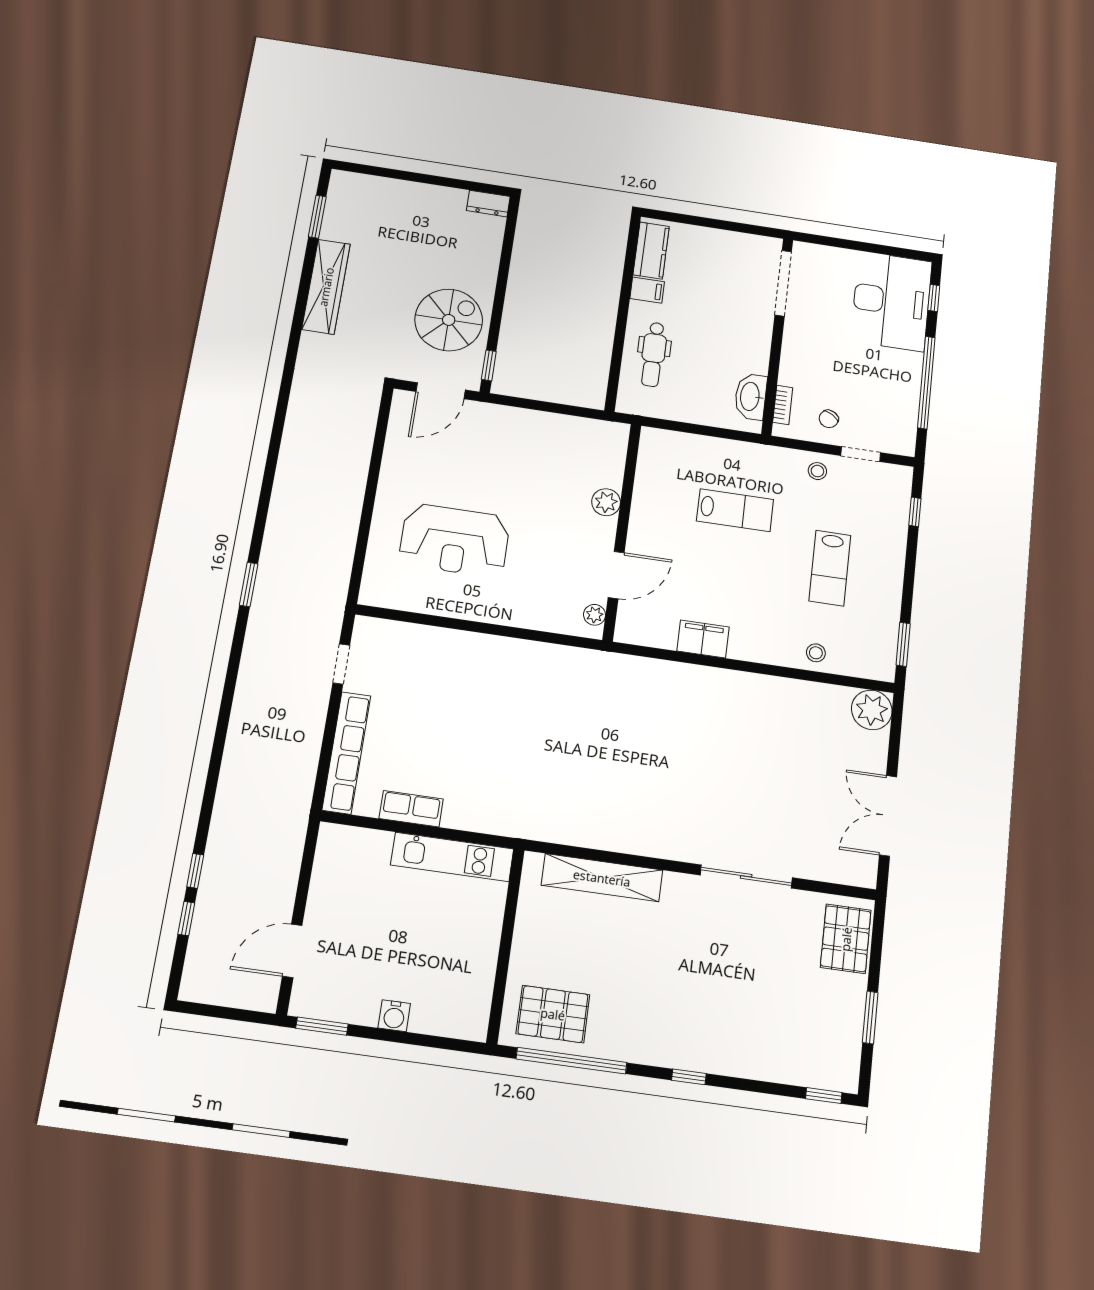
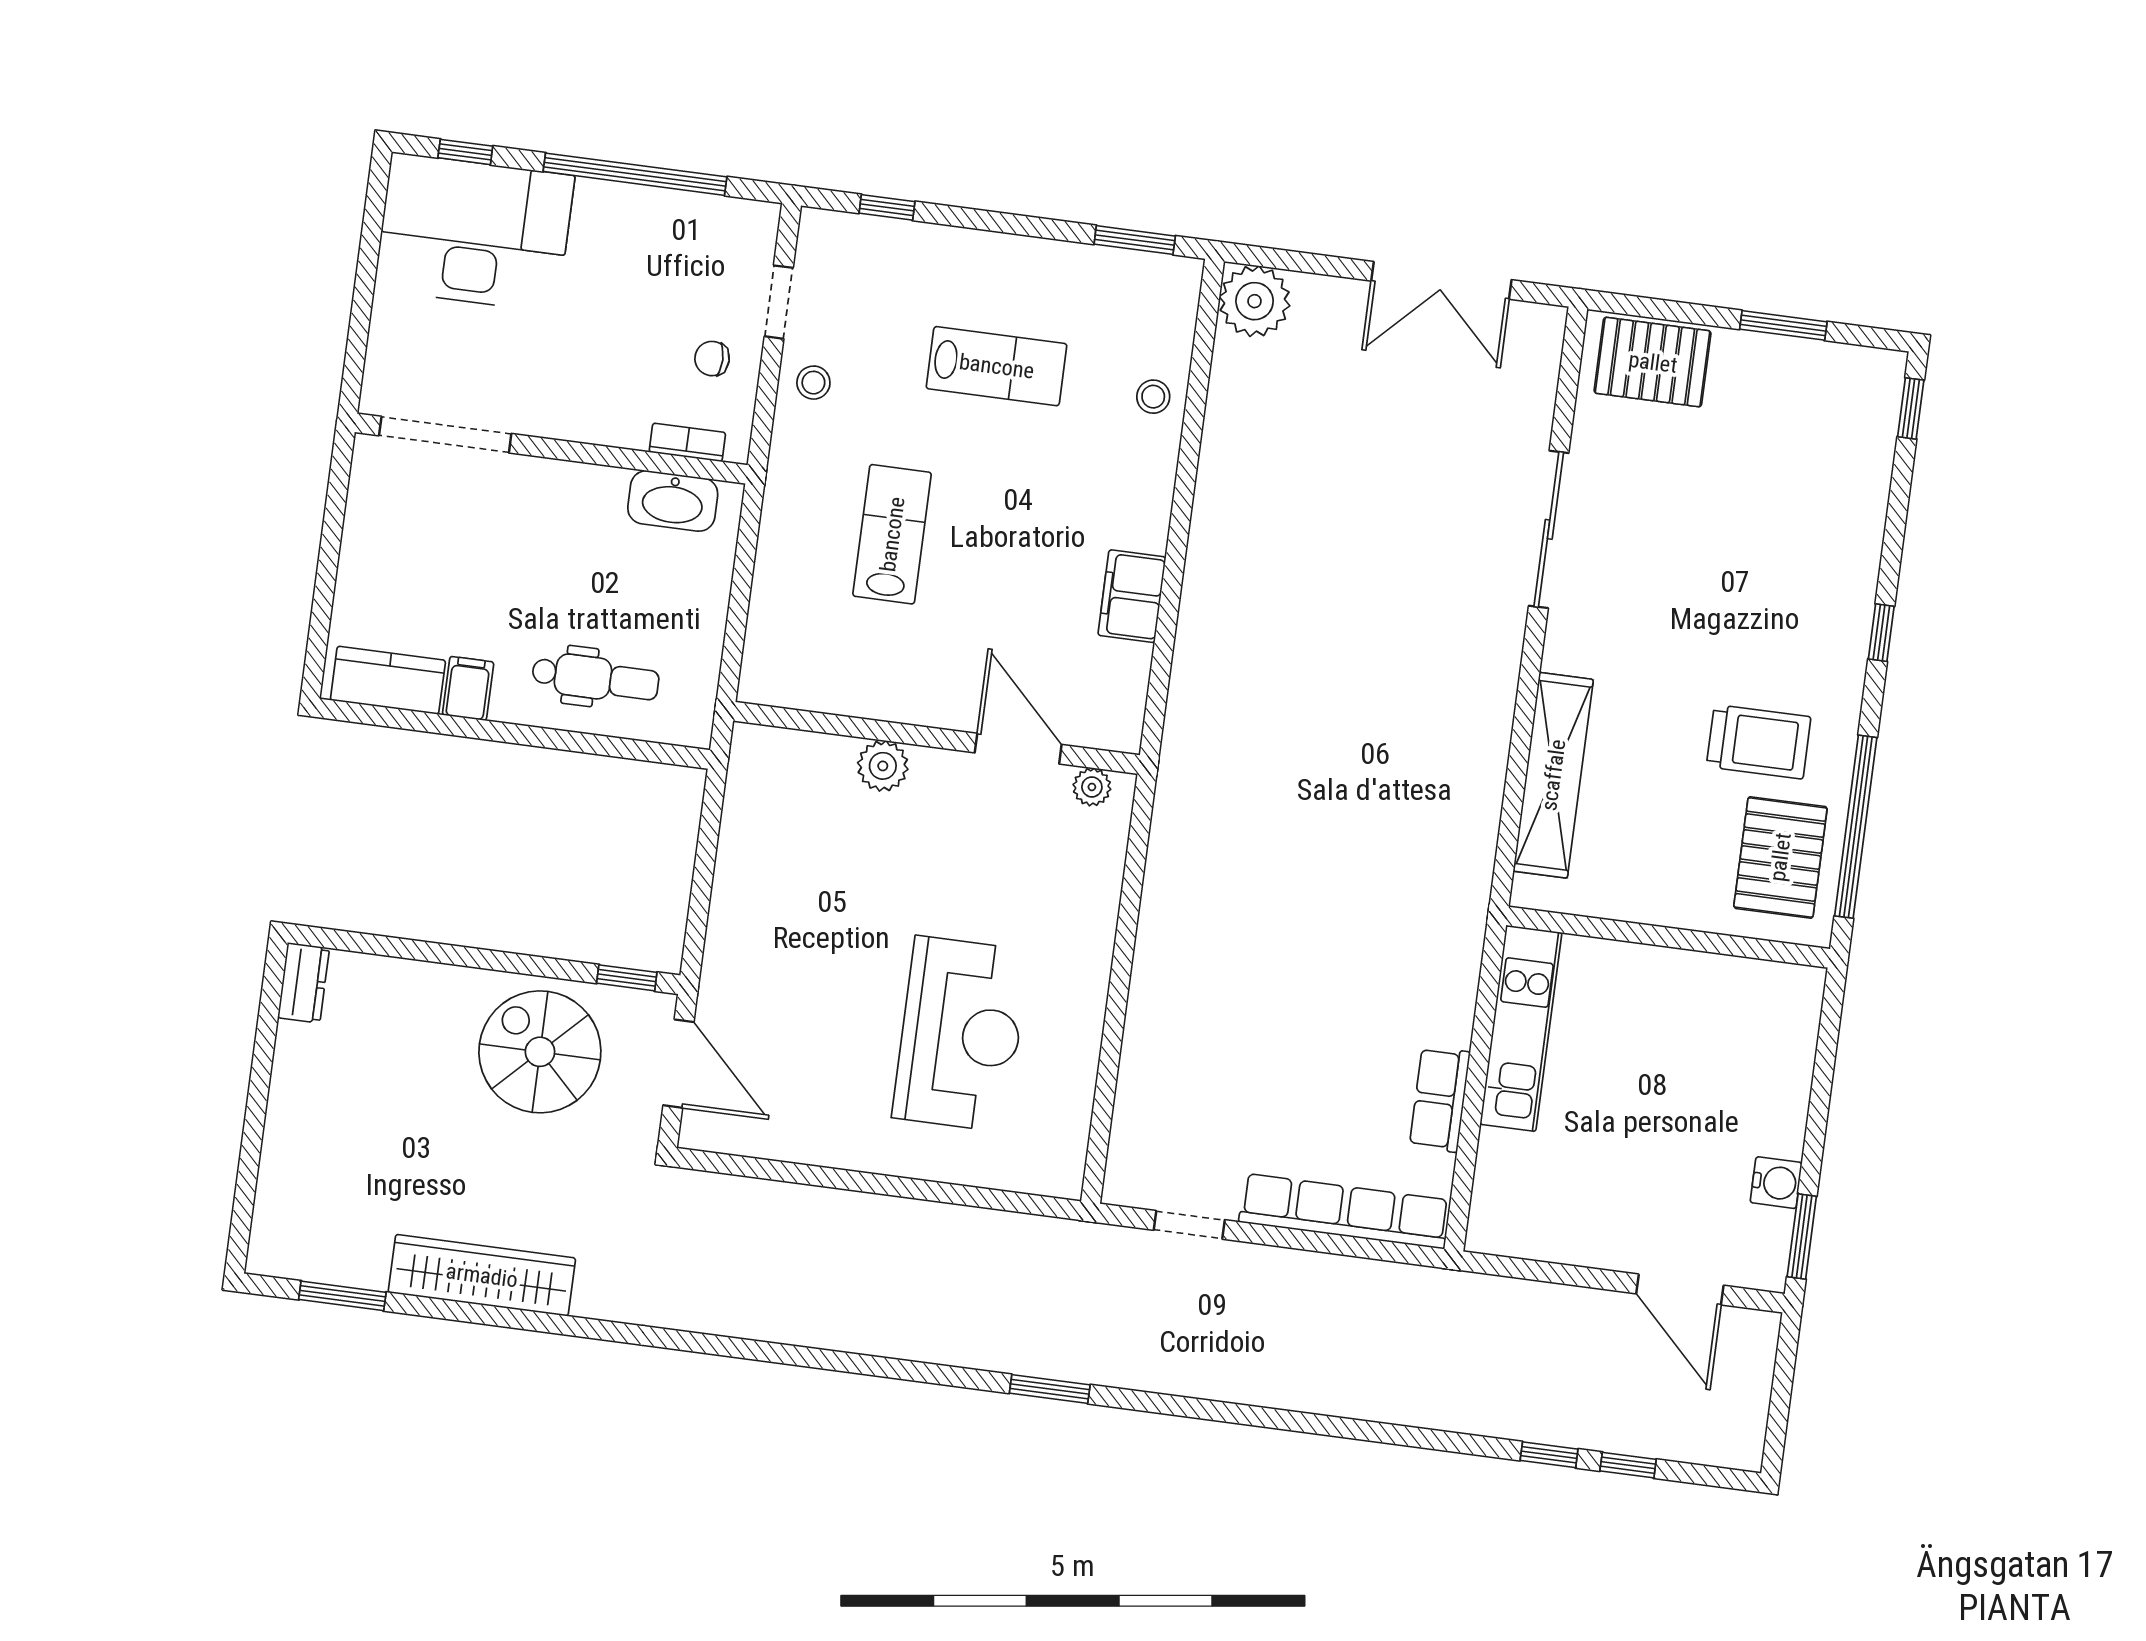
chair: (829, 419) -> (712, 359), turned 148
trolley: (623, 1001) -> (1759, 742), added
water cooler: (394, 1016) -> (1776, 1183), moved

